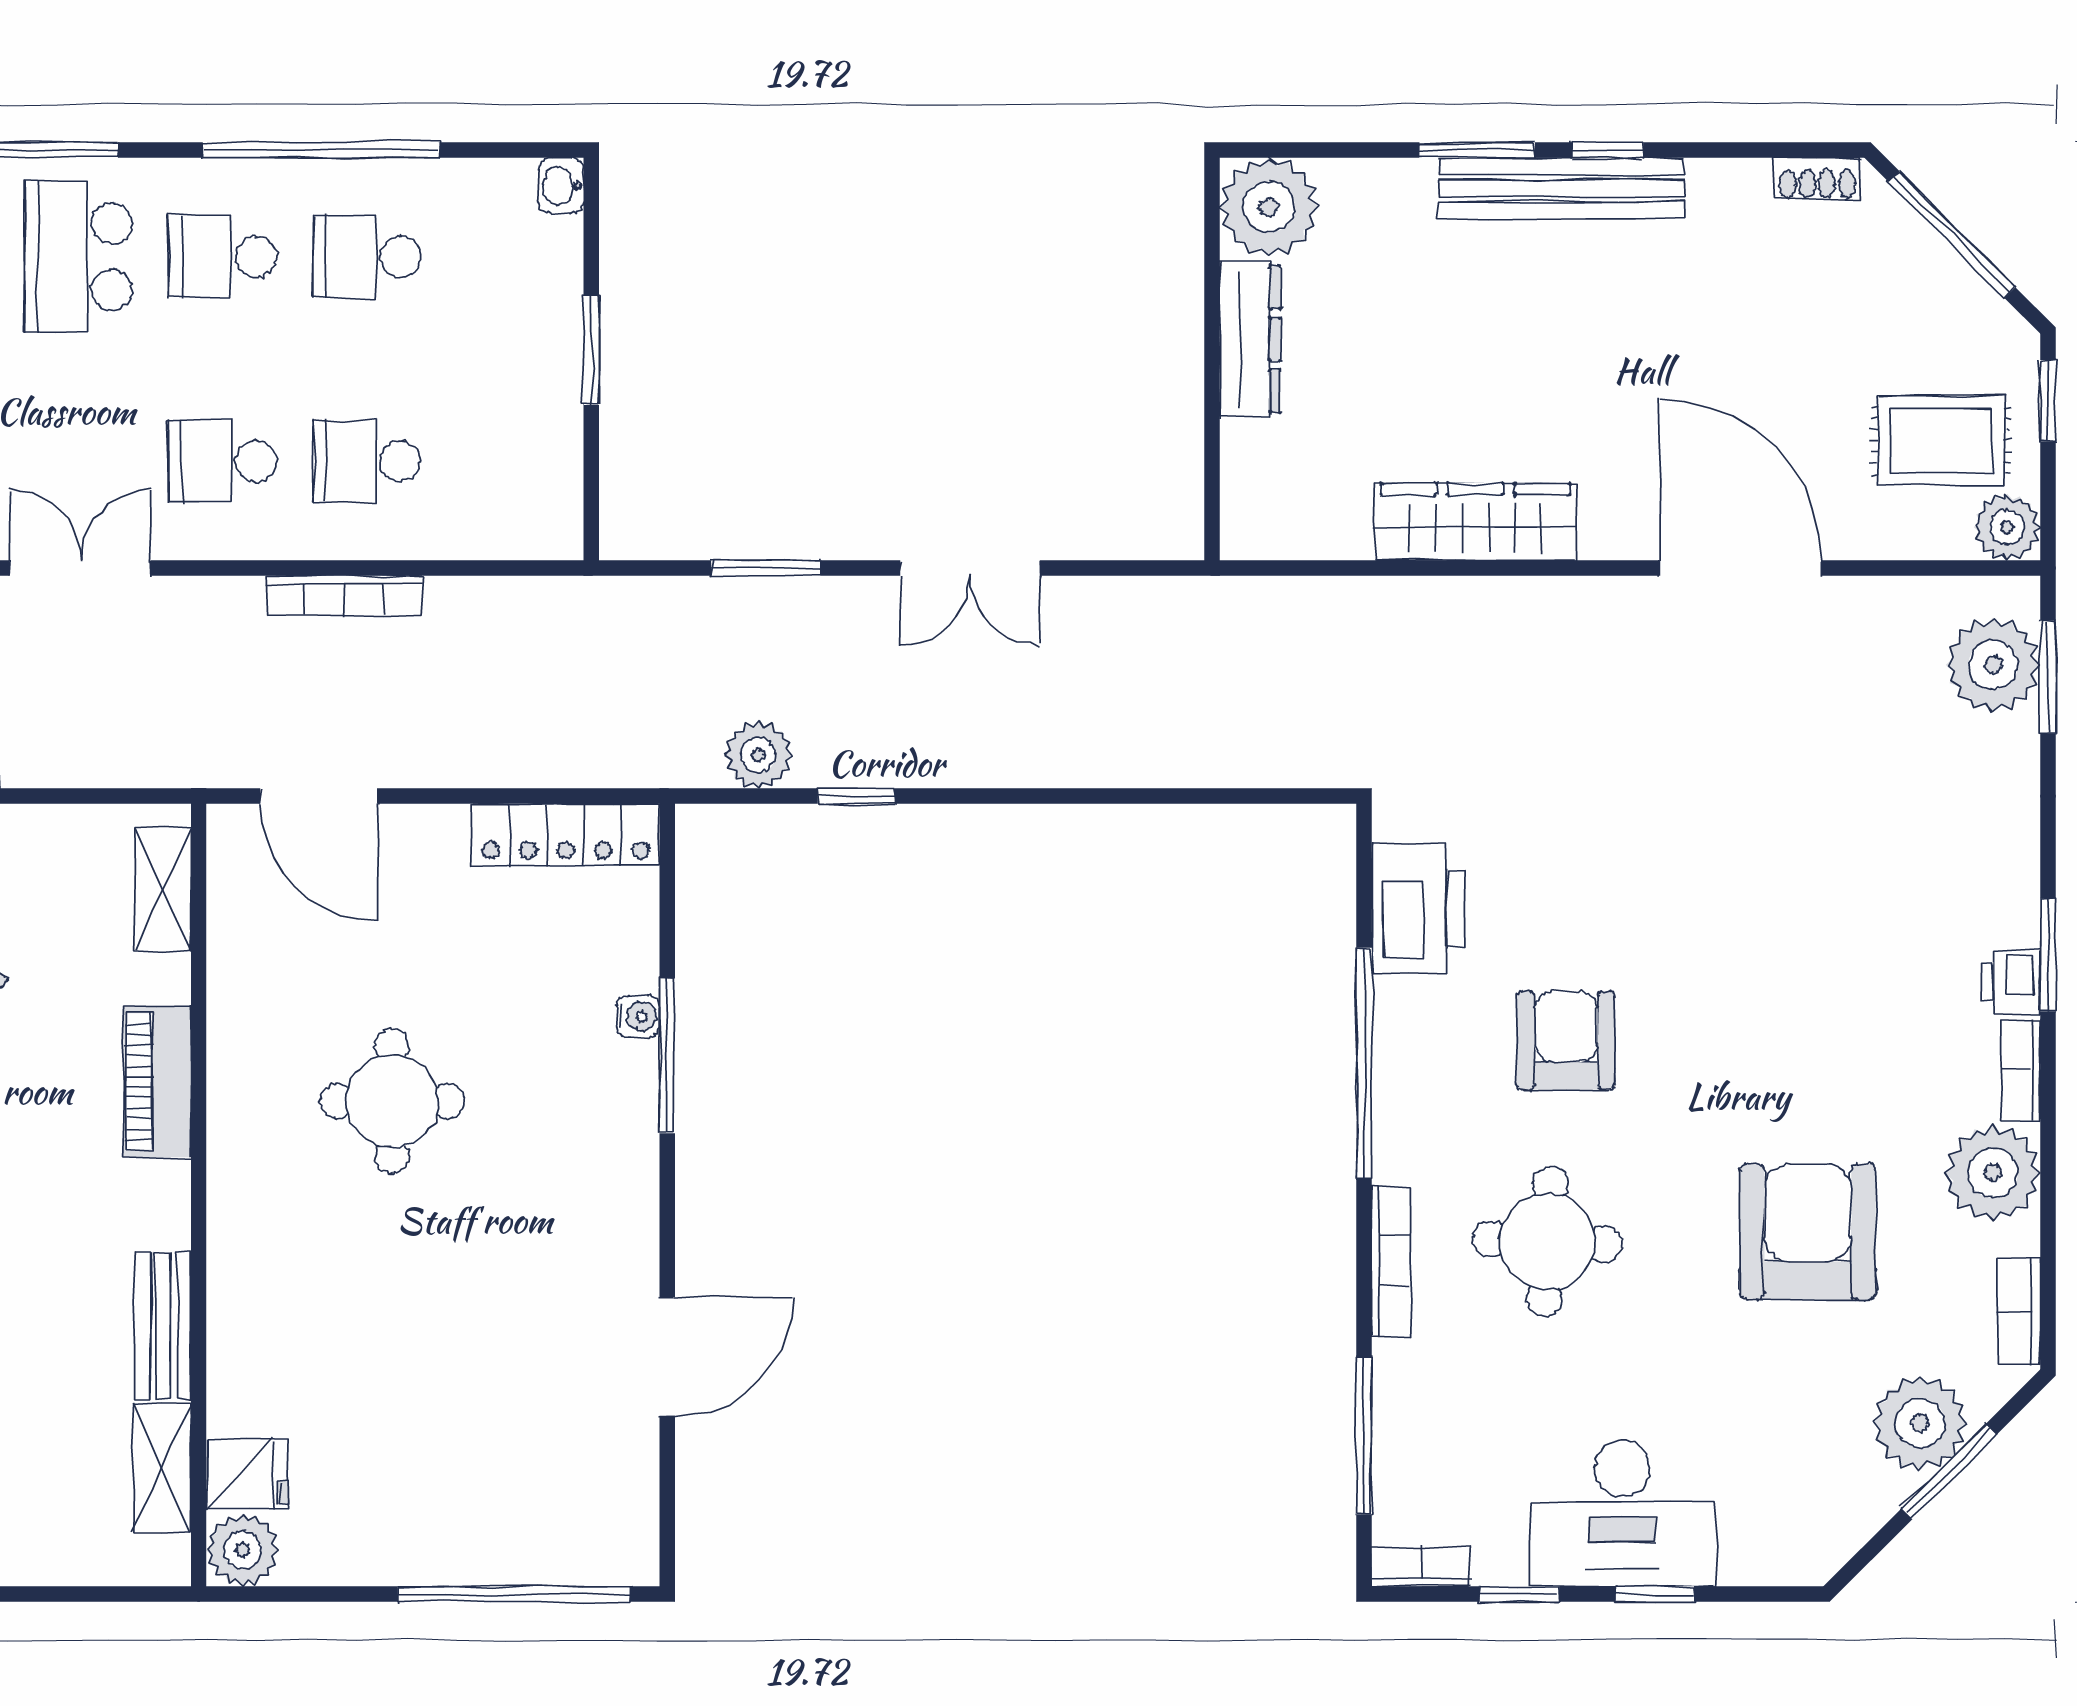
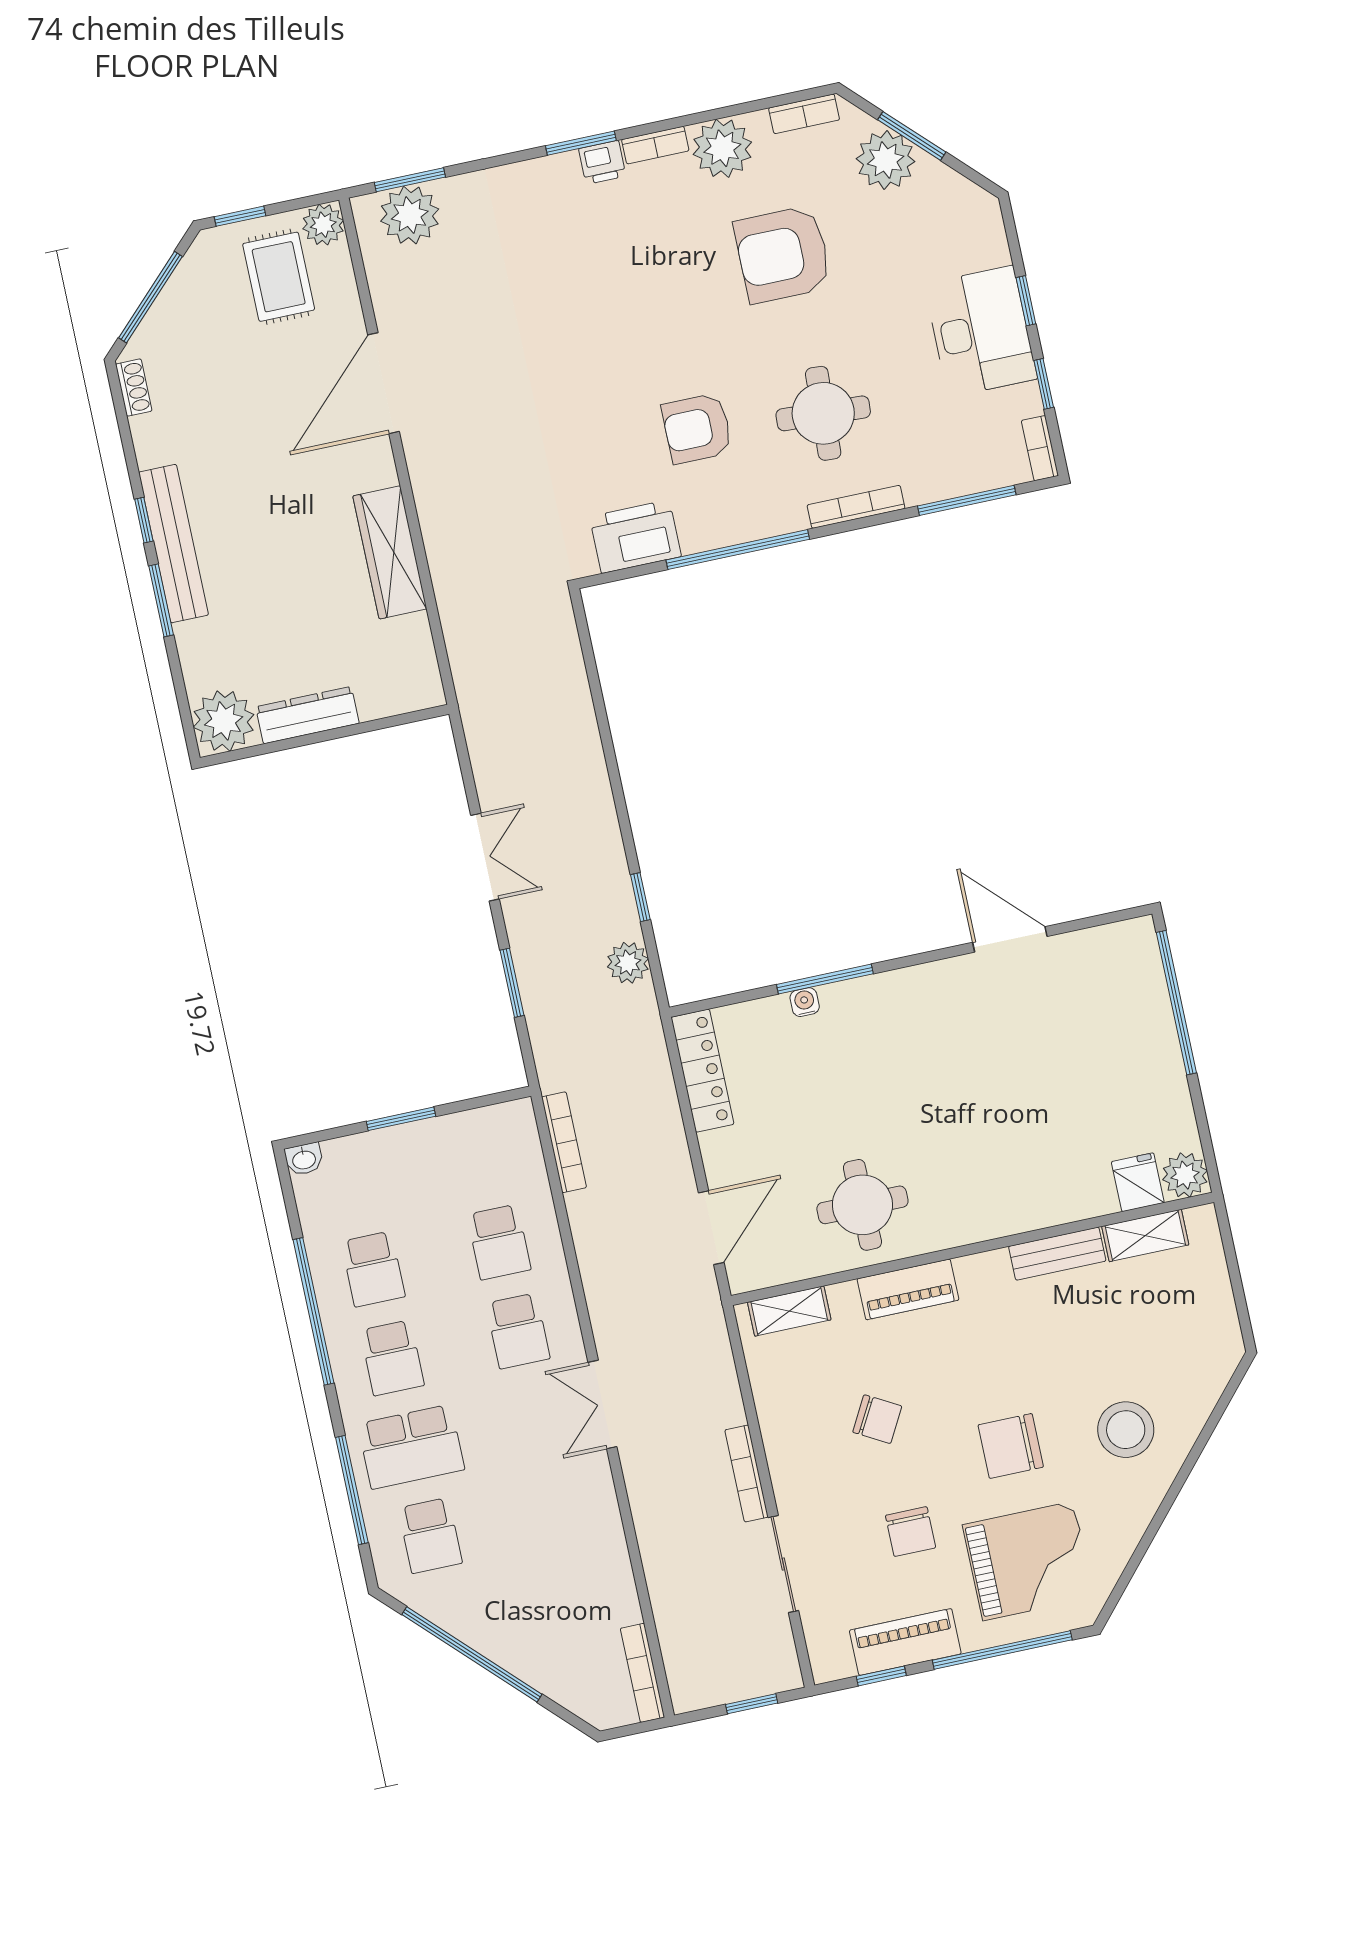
bookcase: (344, 596) -> (564, 1142), moved
round table: (392, 1101) -> (862, 1205), moved

